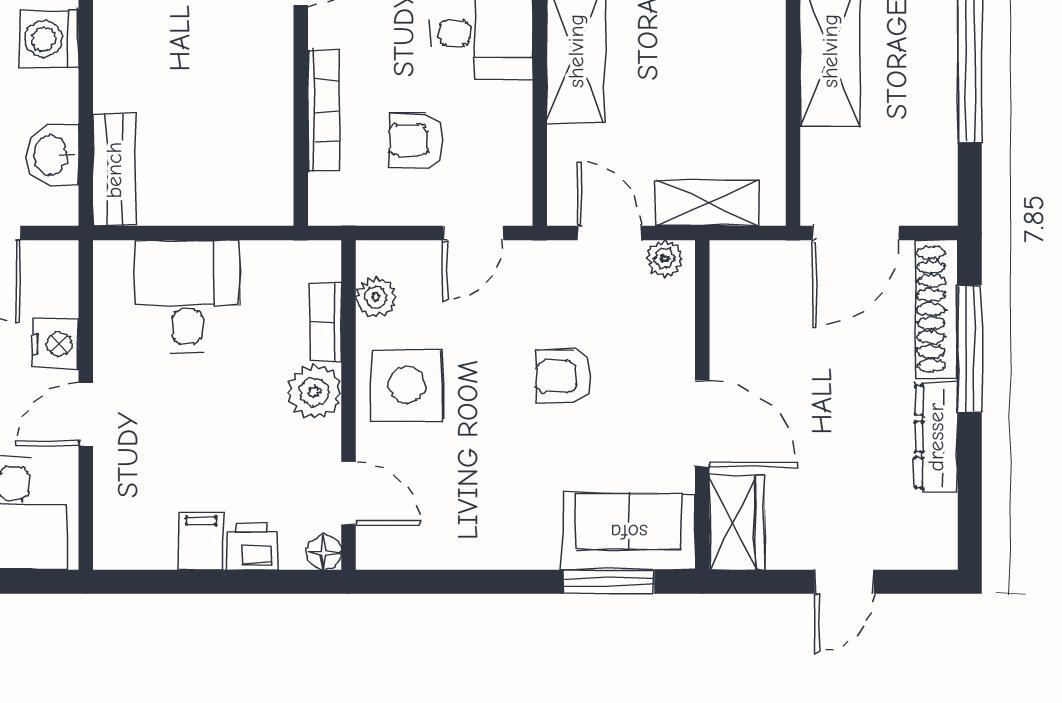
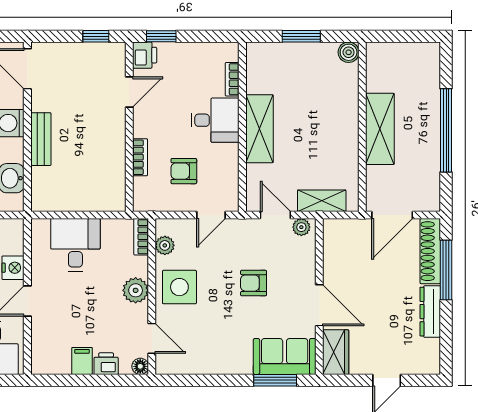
bookcase: (324, 111) -> (140, 157), width x0.64
bench: (114, 170) -> (41, 139), moved
bookcase: (326, 322) -> (141, 237), moved

